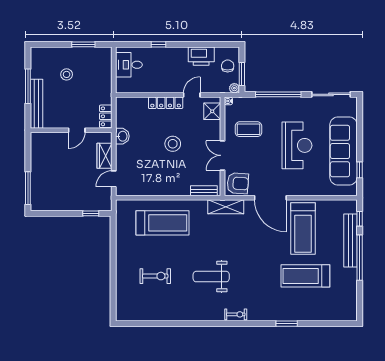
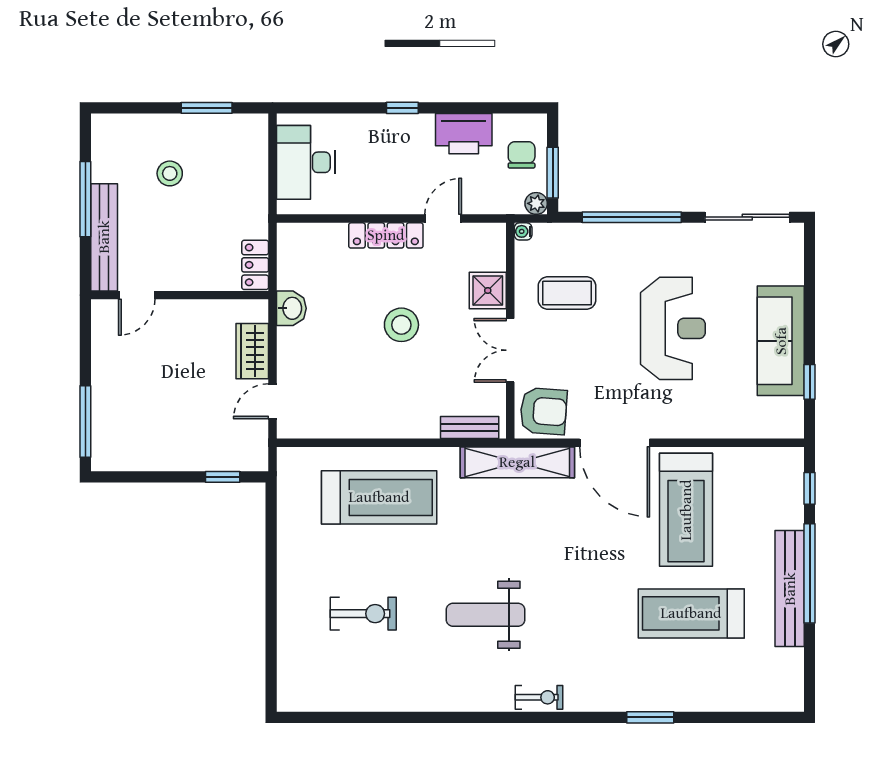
window: (159, 44) -> (402, 108), moved
desk: (129, 65) -> (306, 162), width x1.37
shower: (212, 111) -> (488, 291), moved
door: (77, 130) -> (137, 295), moved
sofa: (344, 151) -> (781, 341), width x0.74, depth x0.79
shelving: (226, 207) -> (517, 462), width x1.47
bench: (350, 241) -> (790, 589), moved

